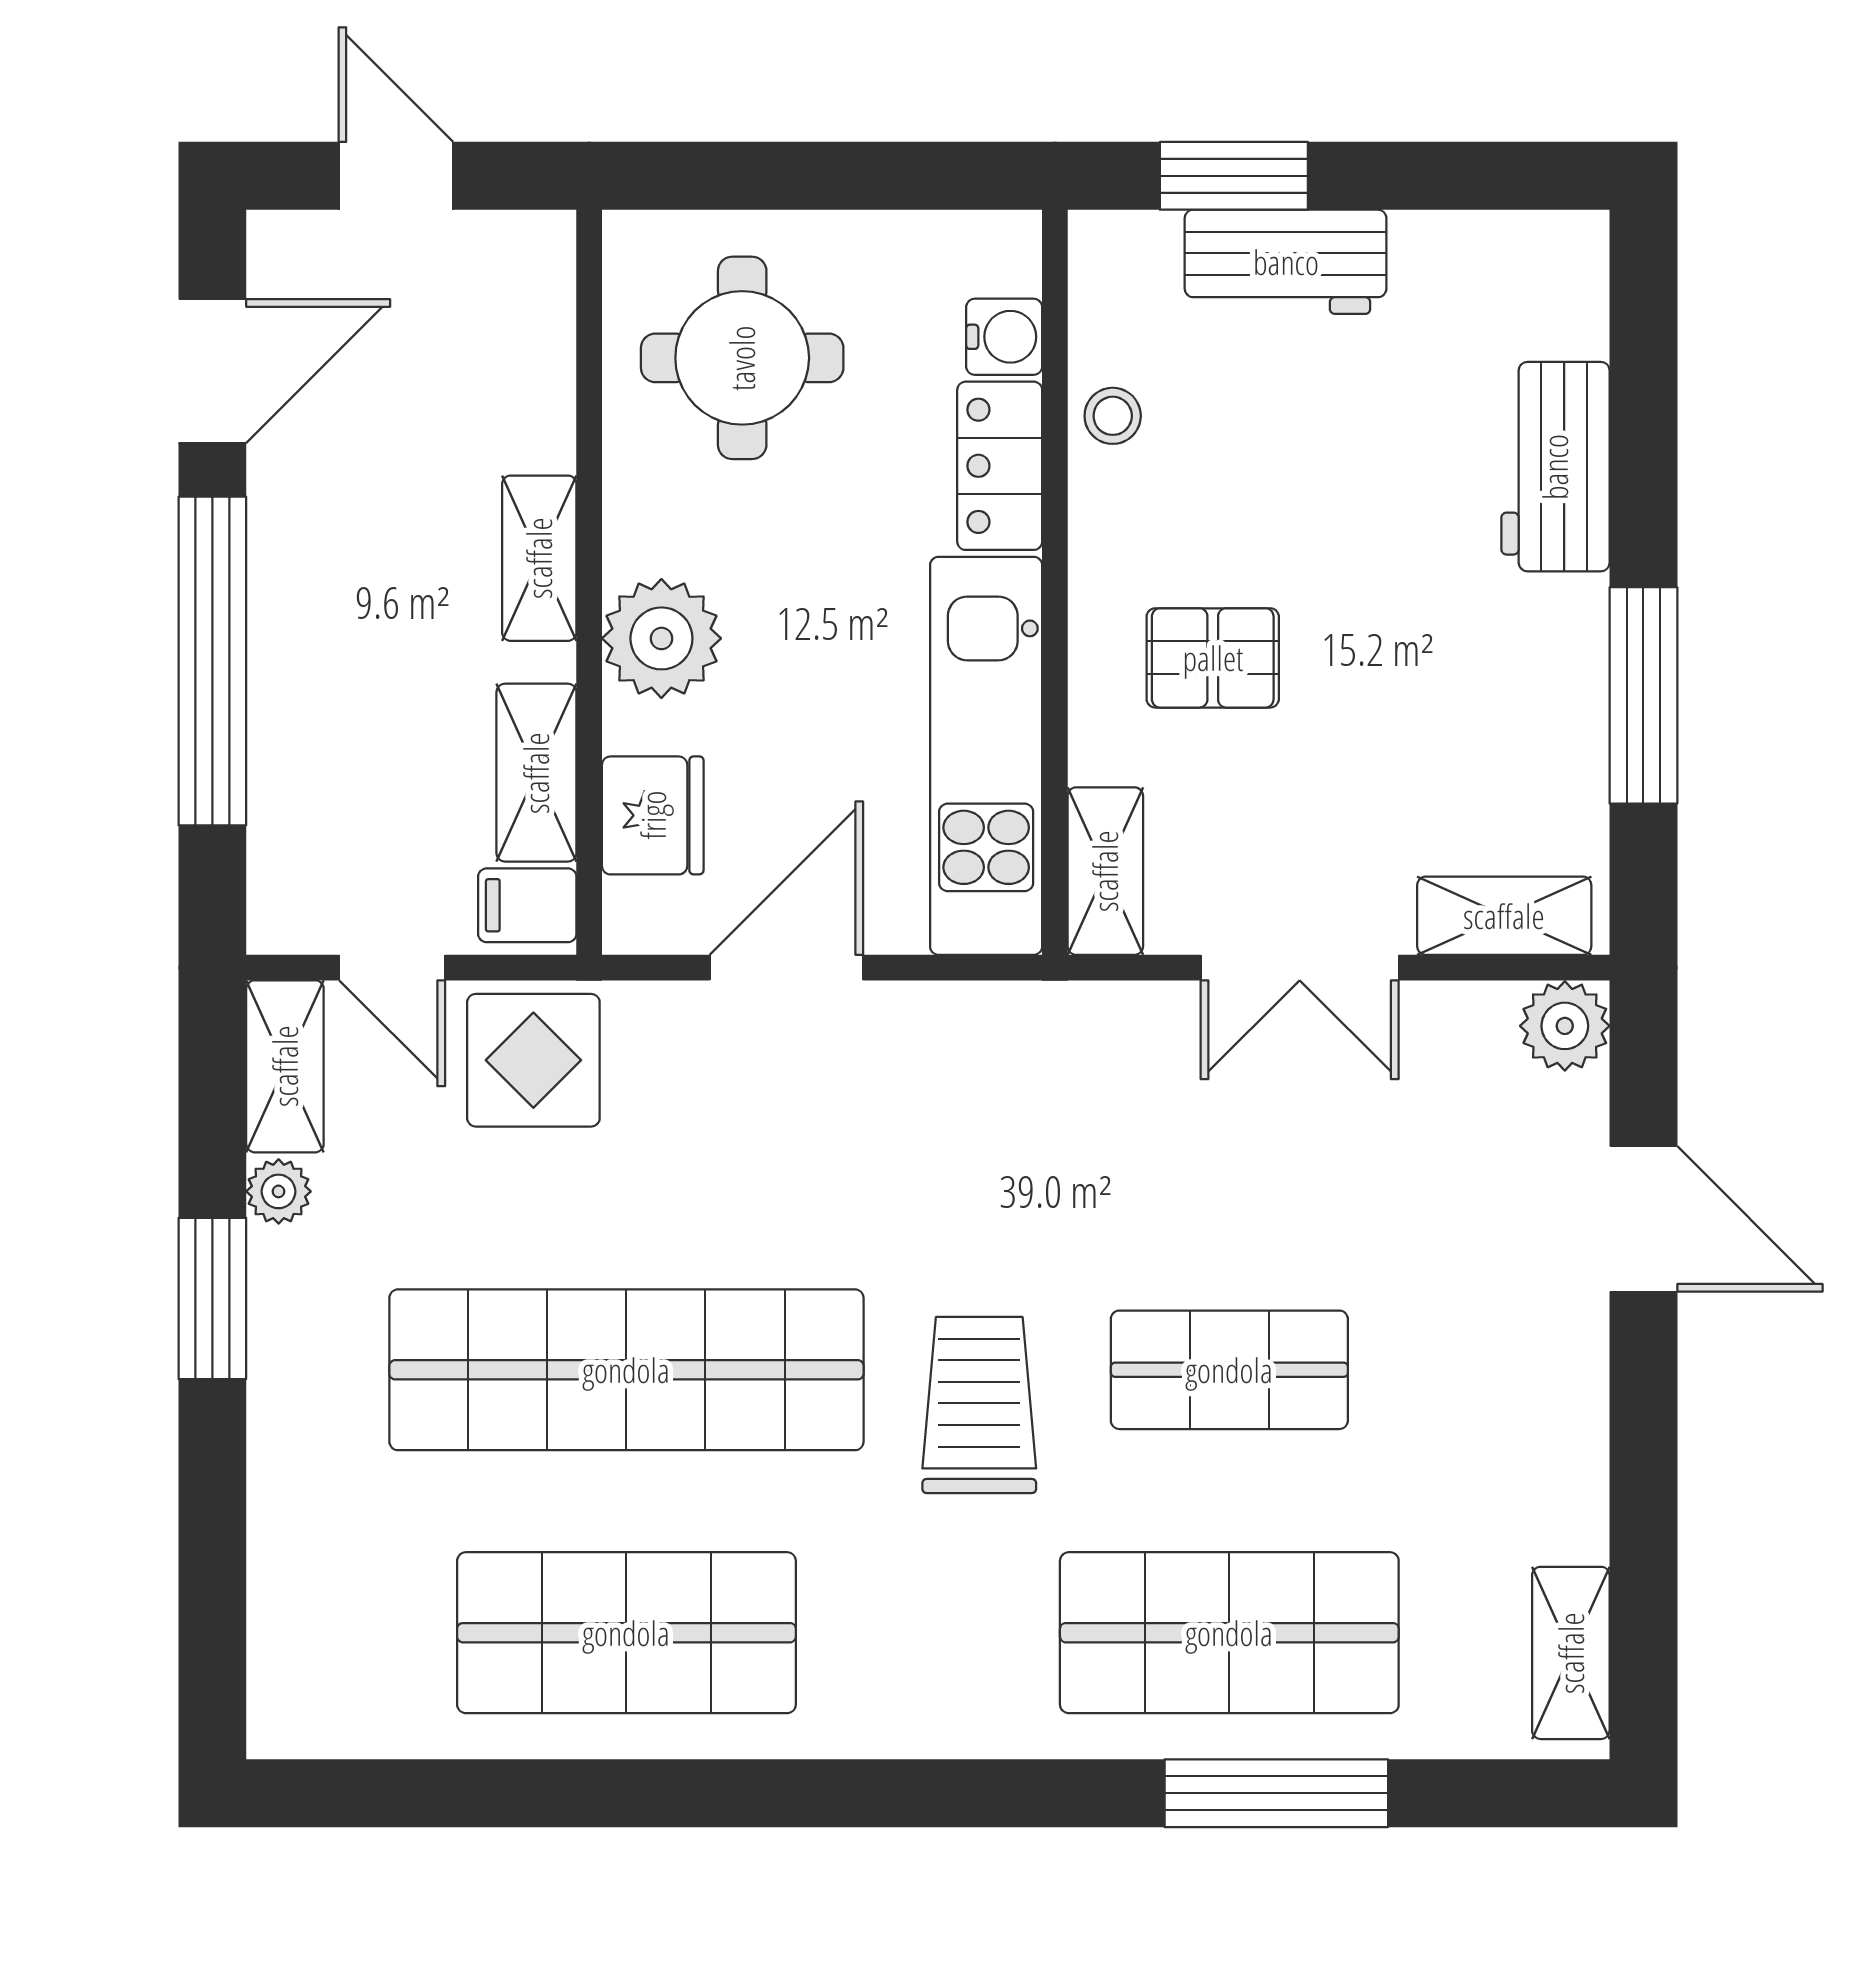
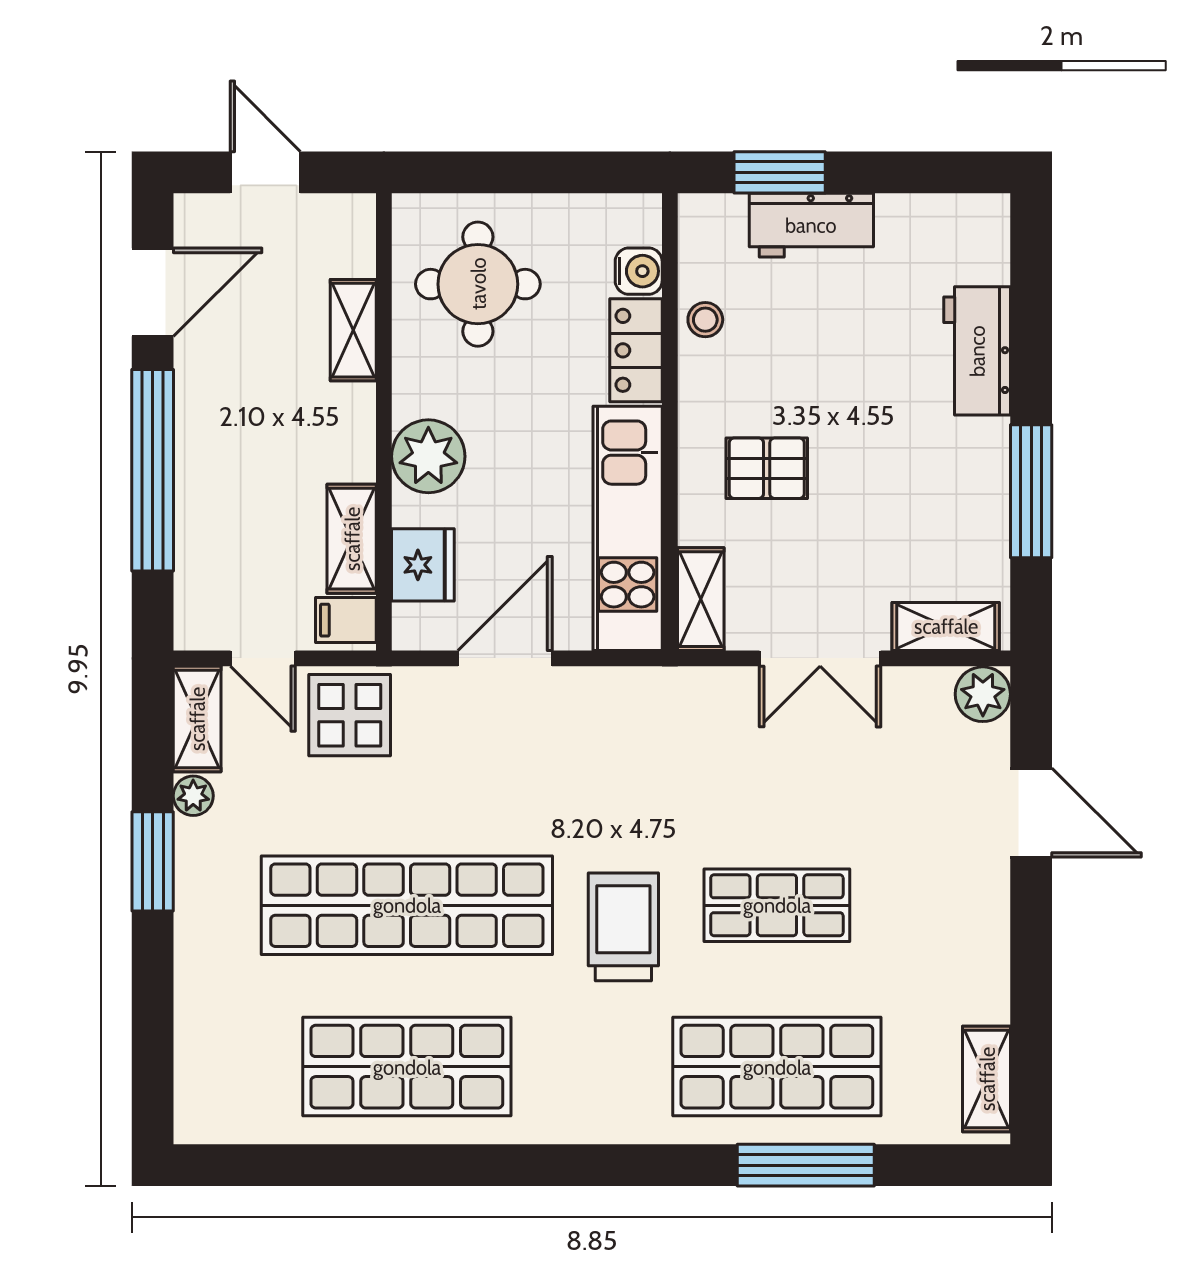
shelving: (539, 558) -> (353, 330), moved

